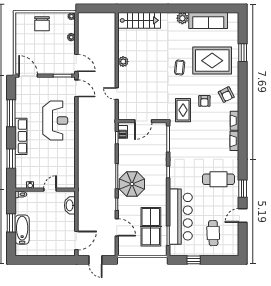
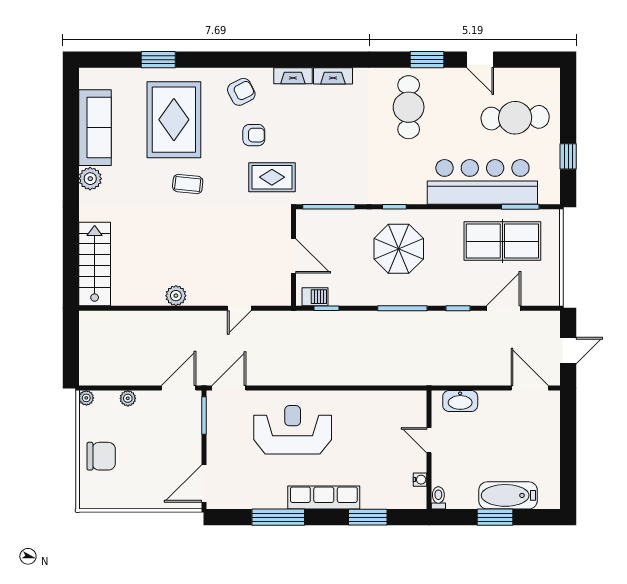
parasol: (132, 184) -> (399, 249), moved
cafe table: (213, 233) -> (515, 118), width x1.37, depth x1.35

